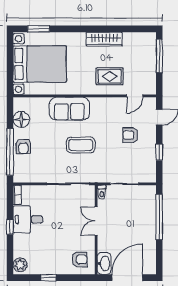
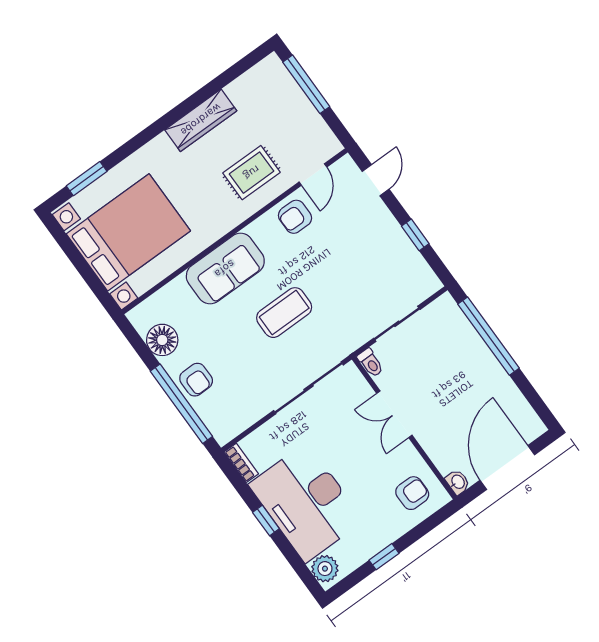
armchair: (130, 135) -> (295, 217), moved
desk: (28, 219) -> (306, 503), width x1.87, depth x1.30
washbasin: (104, 263) -> (458, 482), width x0.52, depth x0.69

